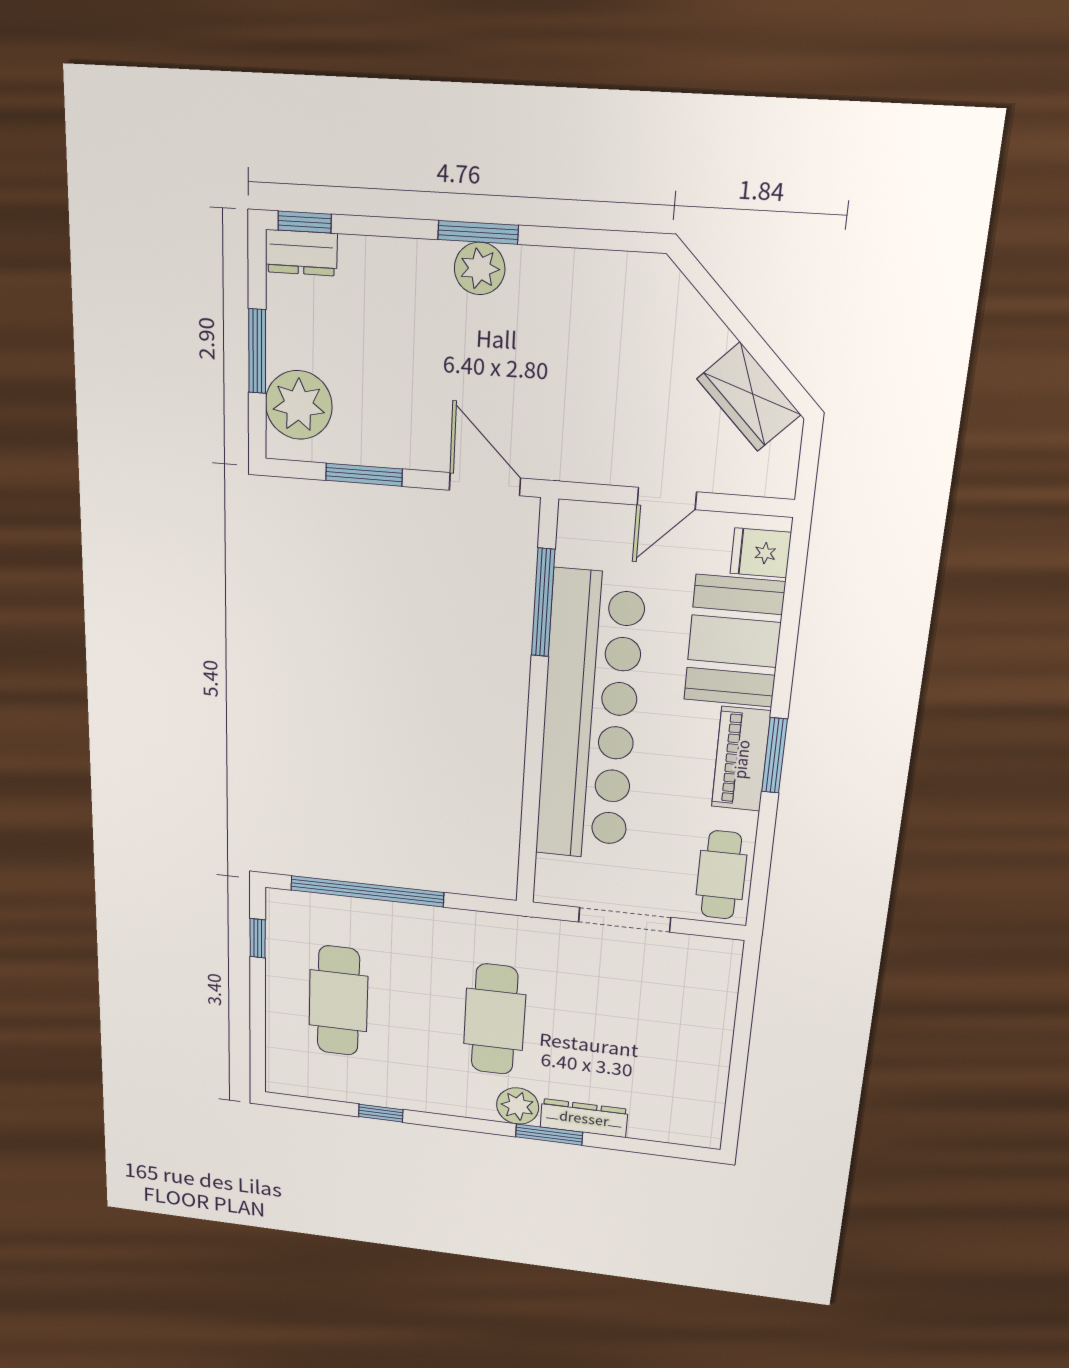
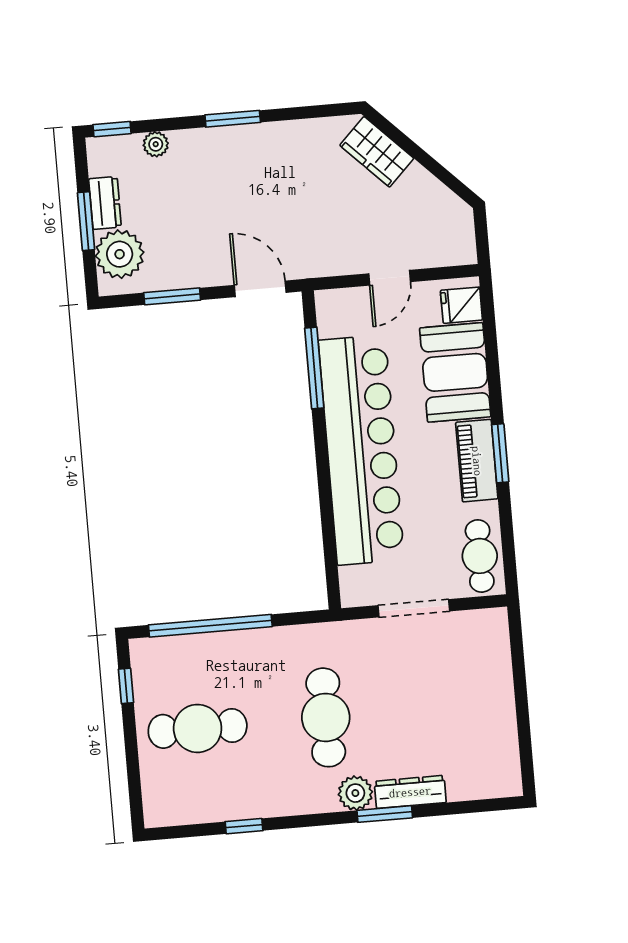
dresser: (301, 253) -> (105, 203), moved, turned -90
plant: (480, 268) -> (156, 144), moved, width x0.73, depth x0.73
wardrobe: (749, 397) -> (377, 152), moved
cafe table: (338, 1001) -> (198, 728), turned 90

